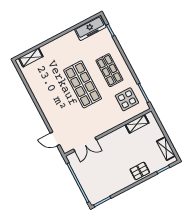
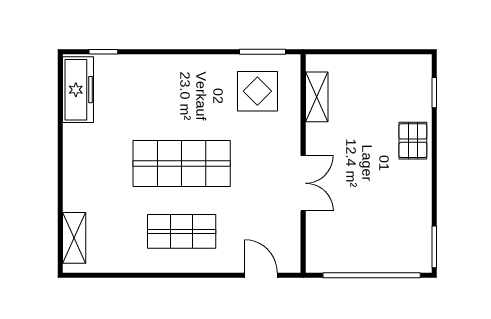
shop shelf: (109, 70) -> (182, 231), moved
door: (55, 139) -> (261, 275), swing flipped
double door: (85, 144) -> (303, 183), moved
shelving: (166, 149) -> (396, 65), removed

